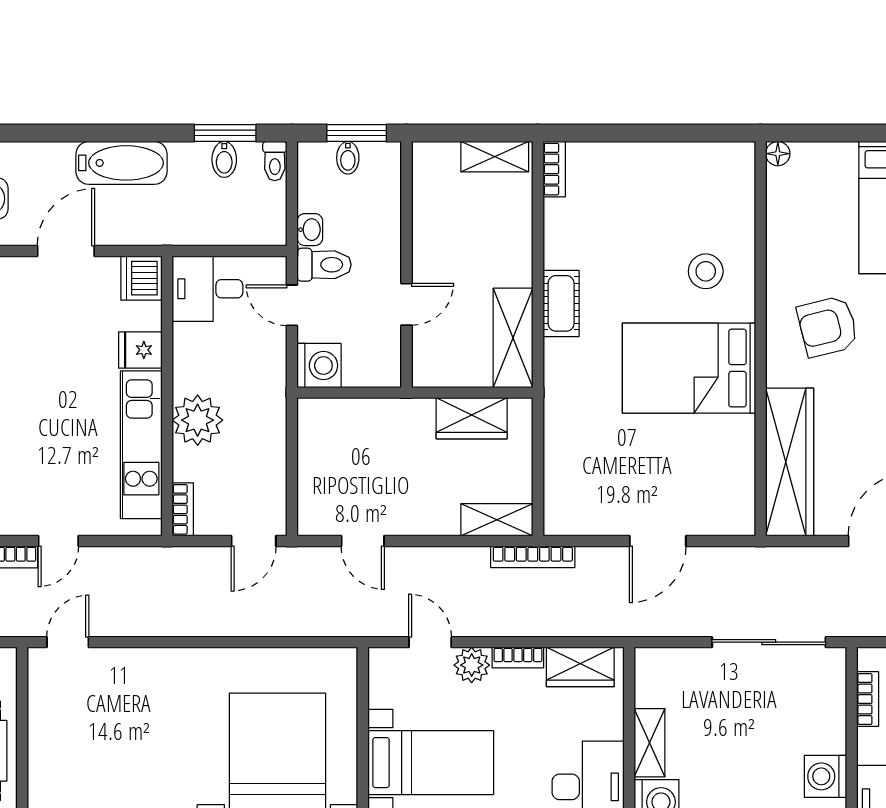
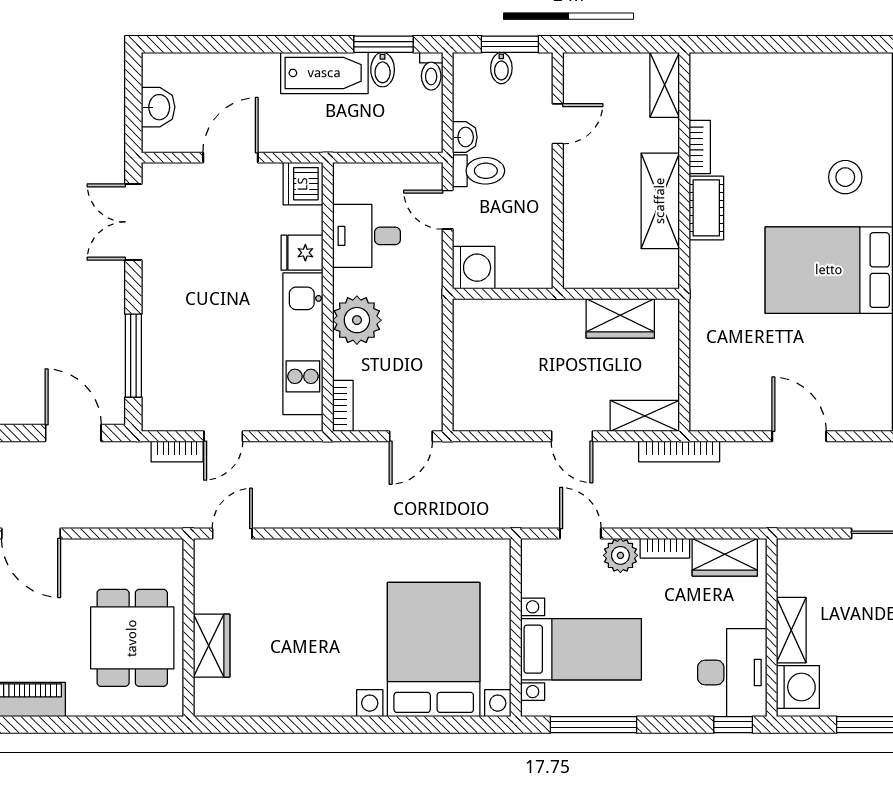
shelving: (495, 157) -> (665, 85), moved, turned 90
bathtub: (122, 163) -> (324, 73), moved
bookcase: (554, 169) -> (700, 147), moved
desk: (207, 289) -> (367, 236), moved
door: (407, 304) -> (558, 124), moved
shelving: (513, 338) -> (660, 201), moved
door: (363, 541) -> (572, 436), moved
door: (658, 541) -> (799, 436), swing flipped
wardrobe: (46, 759) -> (212, 646), added

